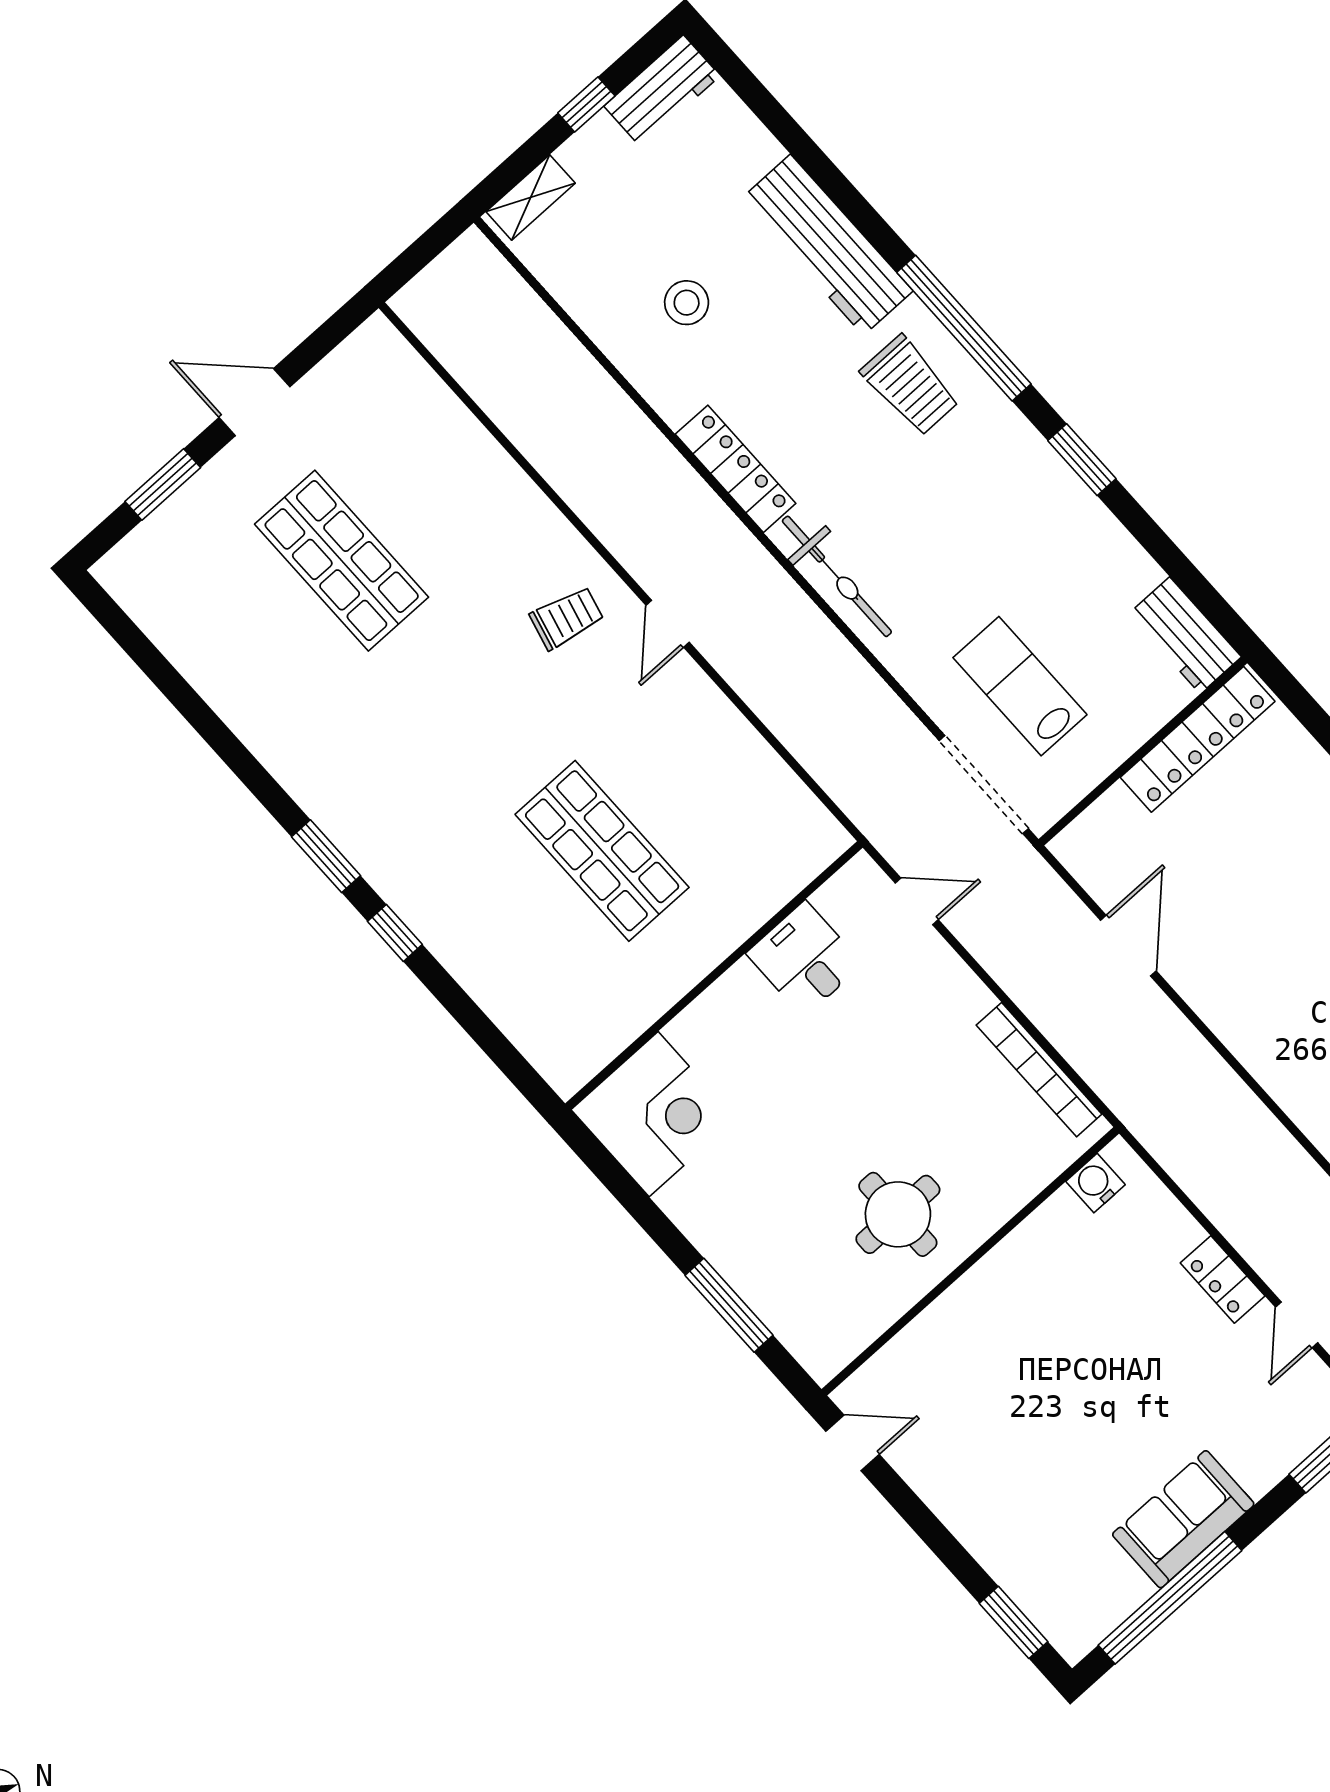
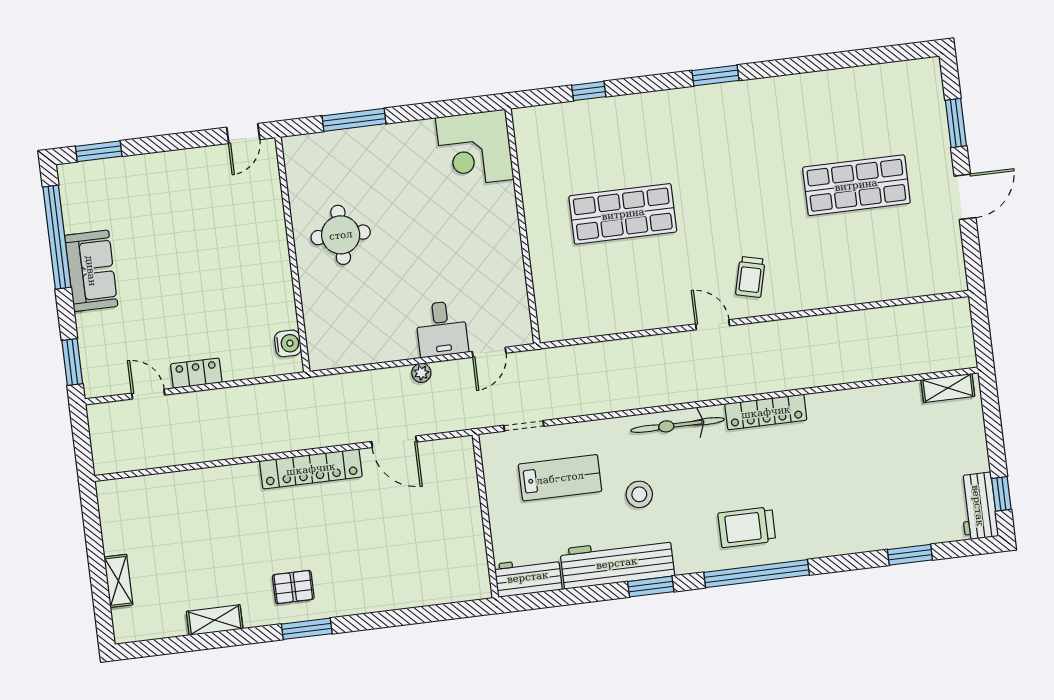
window: (586, 104) -> (1001, 494), moved
window: (793, 138) -> (910, 555), added
shelving: (531, 197) -> (948, 388), moved, turned 90
workbench: (827, 245) -> (617, 563), moved
stool: (687, 303) -> (639, 494), moved
locker: (1198, 739) -> (311, 469), moved, turned -90
doorway: (984, 785) -> (524, 426), width x0.53
window: (395, 933) -> (589, 91), moved
desk: (804, 959) -> (442, 329), moved, turned 90
plant: (1009, 974) -> (421, 373), added
bookcase: (1039, 1070) -> (364, 355), removed

